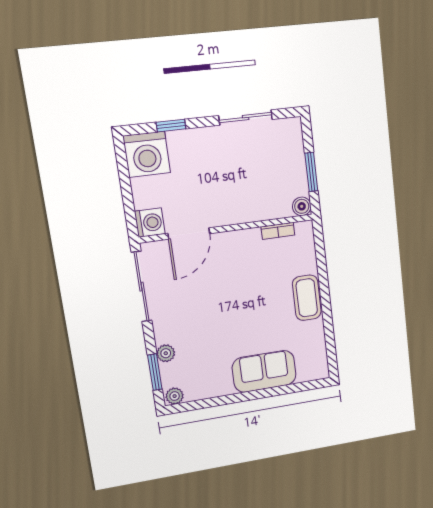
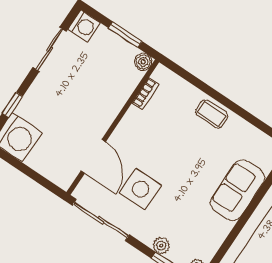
washing machine: (150, 223) -> (84, 26), moved, turned 90
side table: (197, 296) -> (141, 189), added
coffee table: (307, 298) -> (212, 114), width x0.73, depth x0.77

